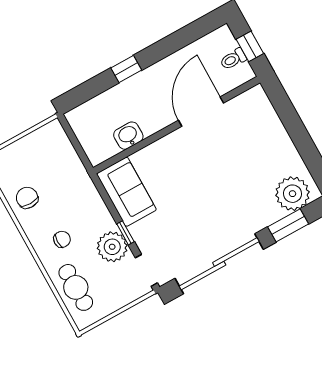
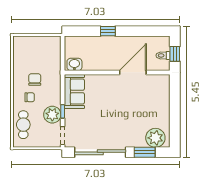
washbasin: (128, 136) -> (74, 64), moved
chair: (27, 198) -> (35, 79), moved

